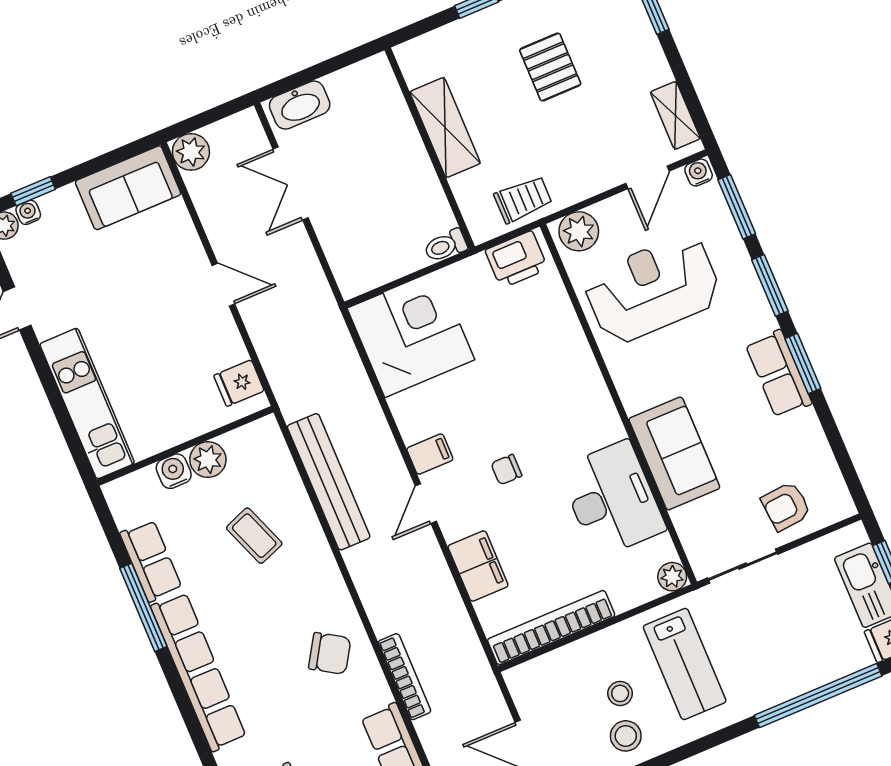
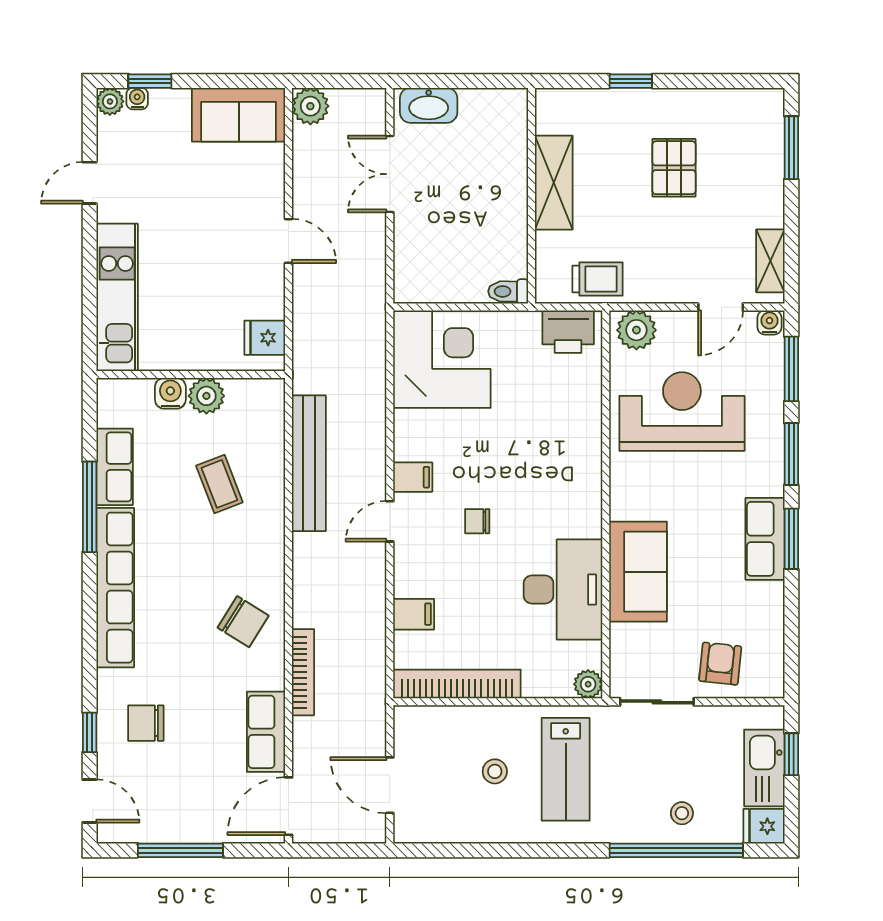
armchair: (786, 506) -> (720, 664), turned 101
filing cabinet: (478, 566) -> (414, 614), width x0.50
stool: (626, 736) -> (682, 813), moved, width x0.73, depth x0.73

